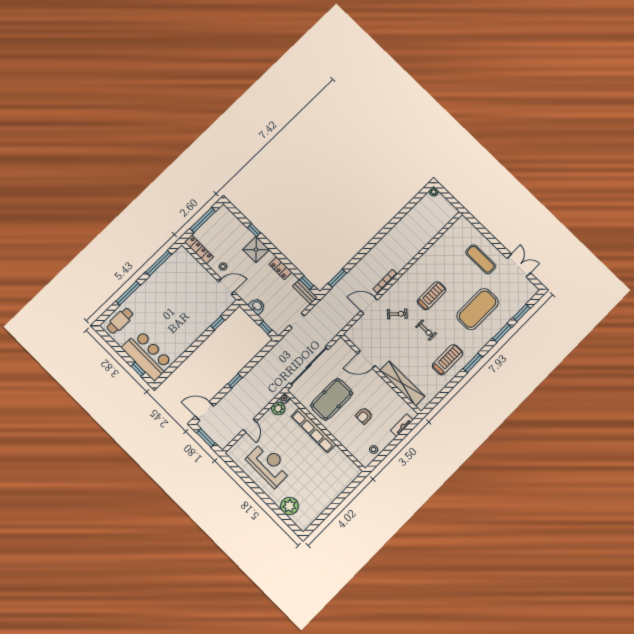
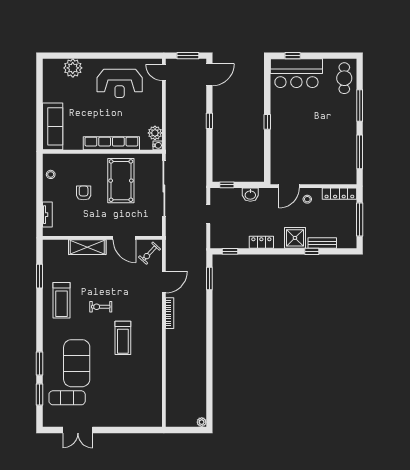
exercise mat: (481, 259) -> (67, 398), moved
bench: (305, 292) -> (322, 243), moved
exercise bike: (397, 314) -> (150, 253), moved
window: (218, 323) -> (267, 122), moved
door: (366, 360) -> (124, 238), swing flipped
window: (473, 363) -> (39, 276), moved
shelving: (402, 383) -> (87, 247), width x0.68
door: (250, 426) -> (164, 73), moved
sofa: (341, 480) -> (53, 126), added

